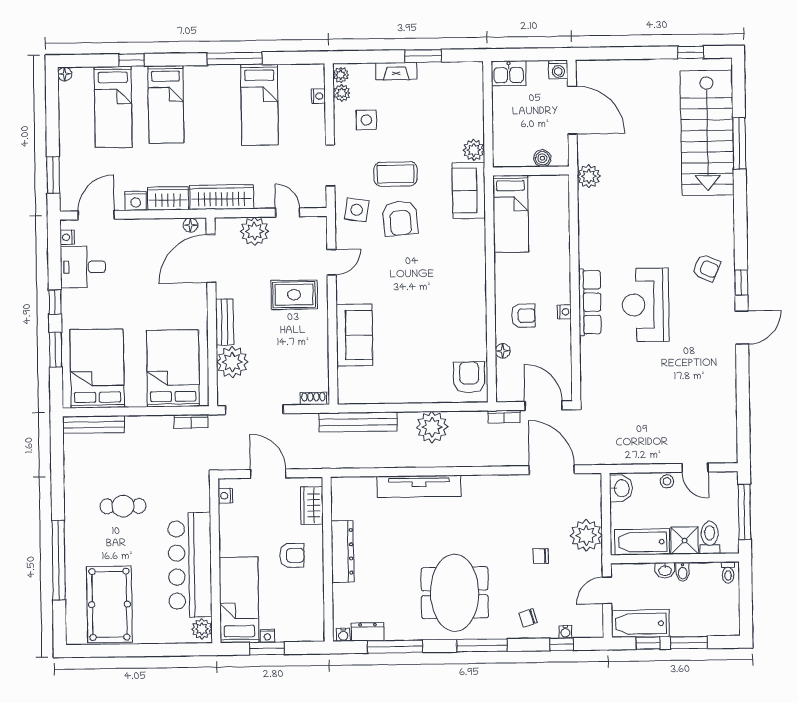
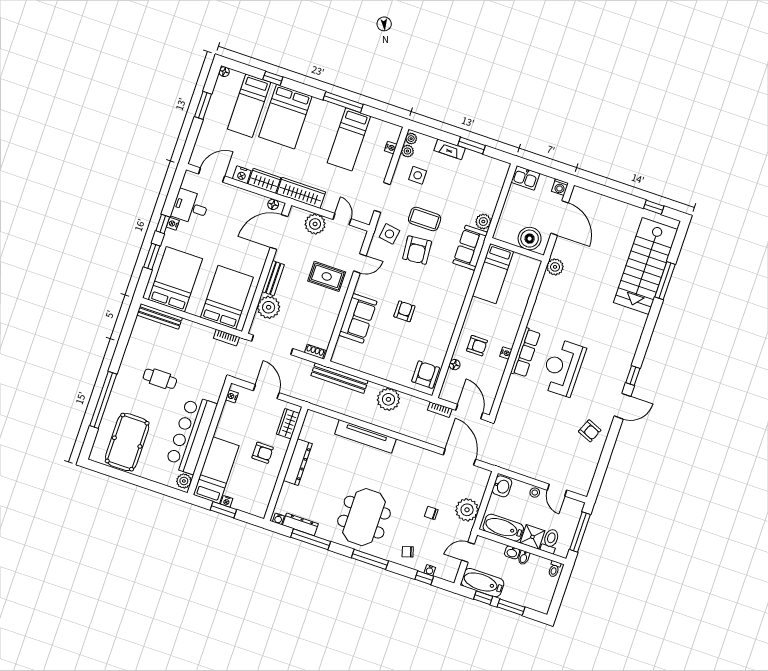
bed: (166, 104) -> (285, 117), width x1.50
boiler: (542, 158) -> (530, 239), width x1.86, depth x1.86
window: (53, 175) -> (203, 105), moved
nightstand: (67, 237) -> (173, 224), moved
armchair: (706, 268) -> (590, 431), moved
armchair: (412, 304) -> (404, 311), added
dresser: (368, 632) -> (300, 524), width x1.44

